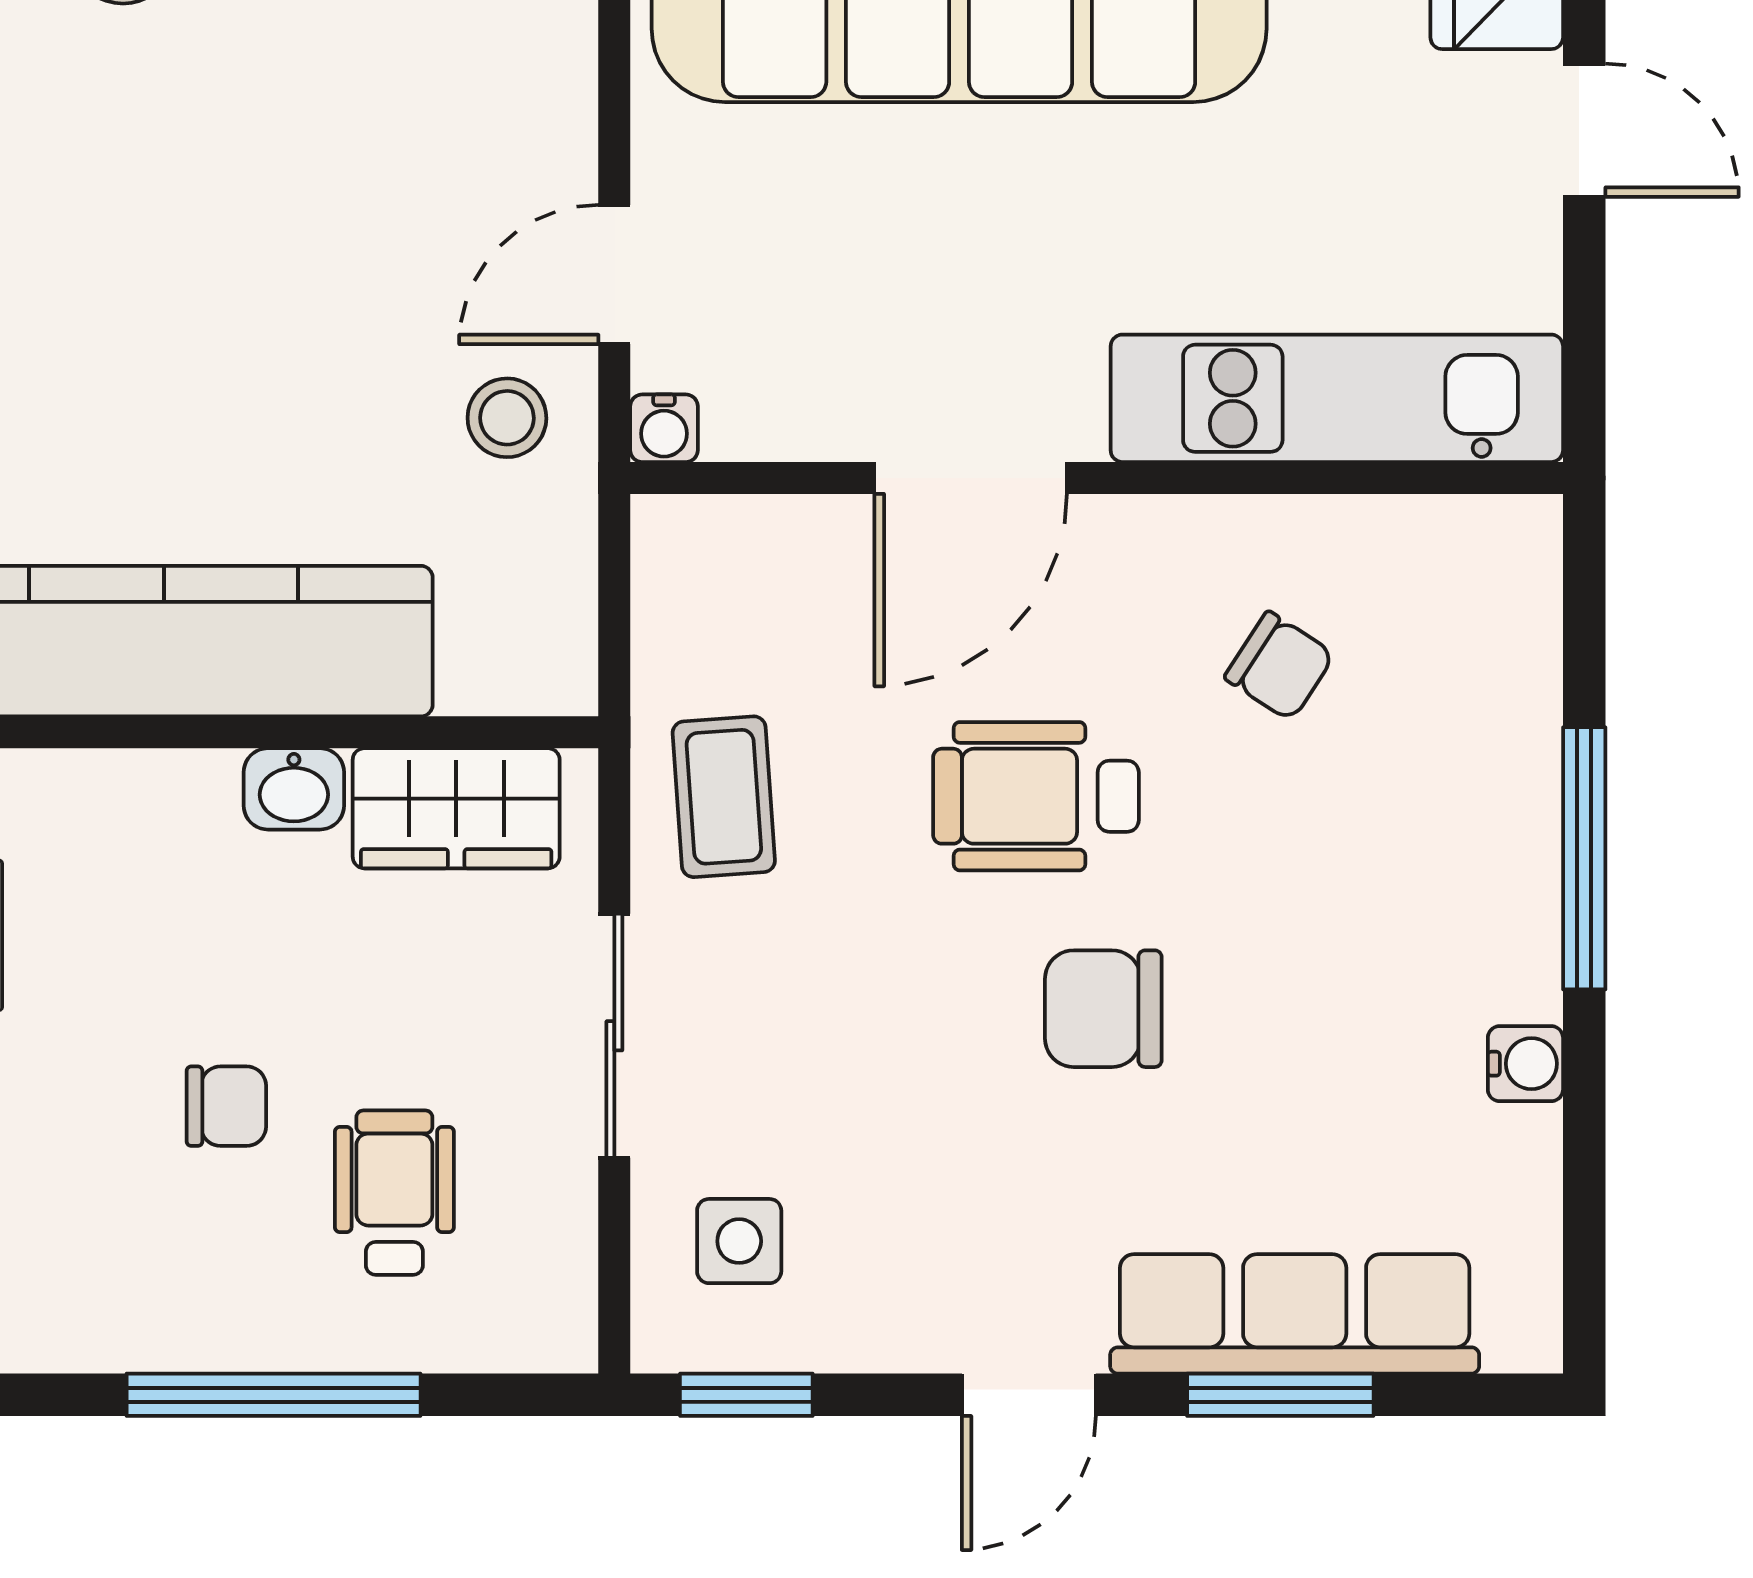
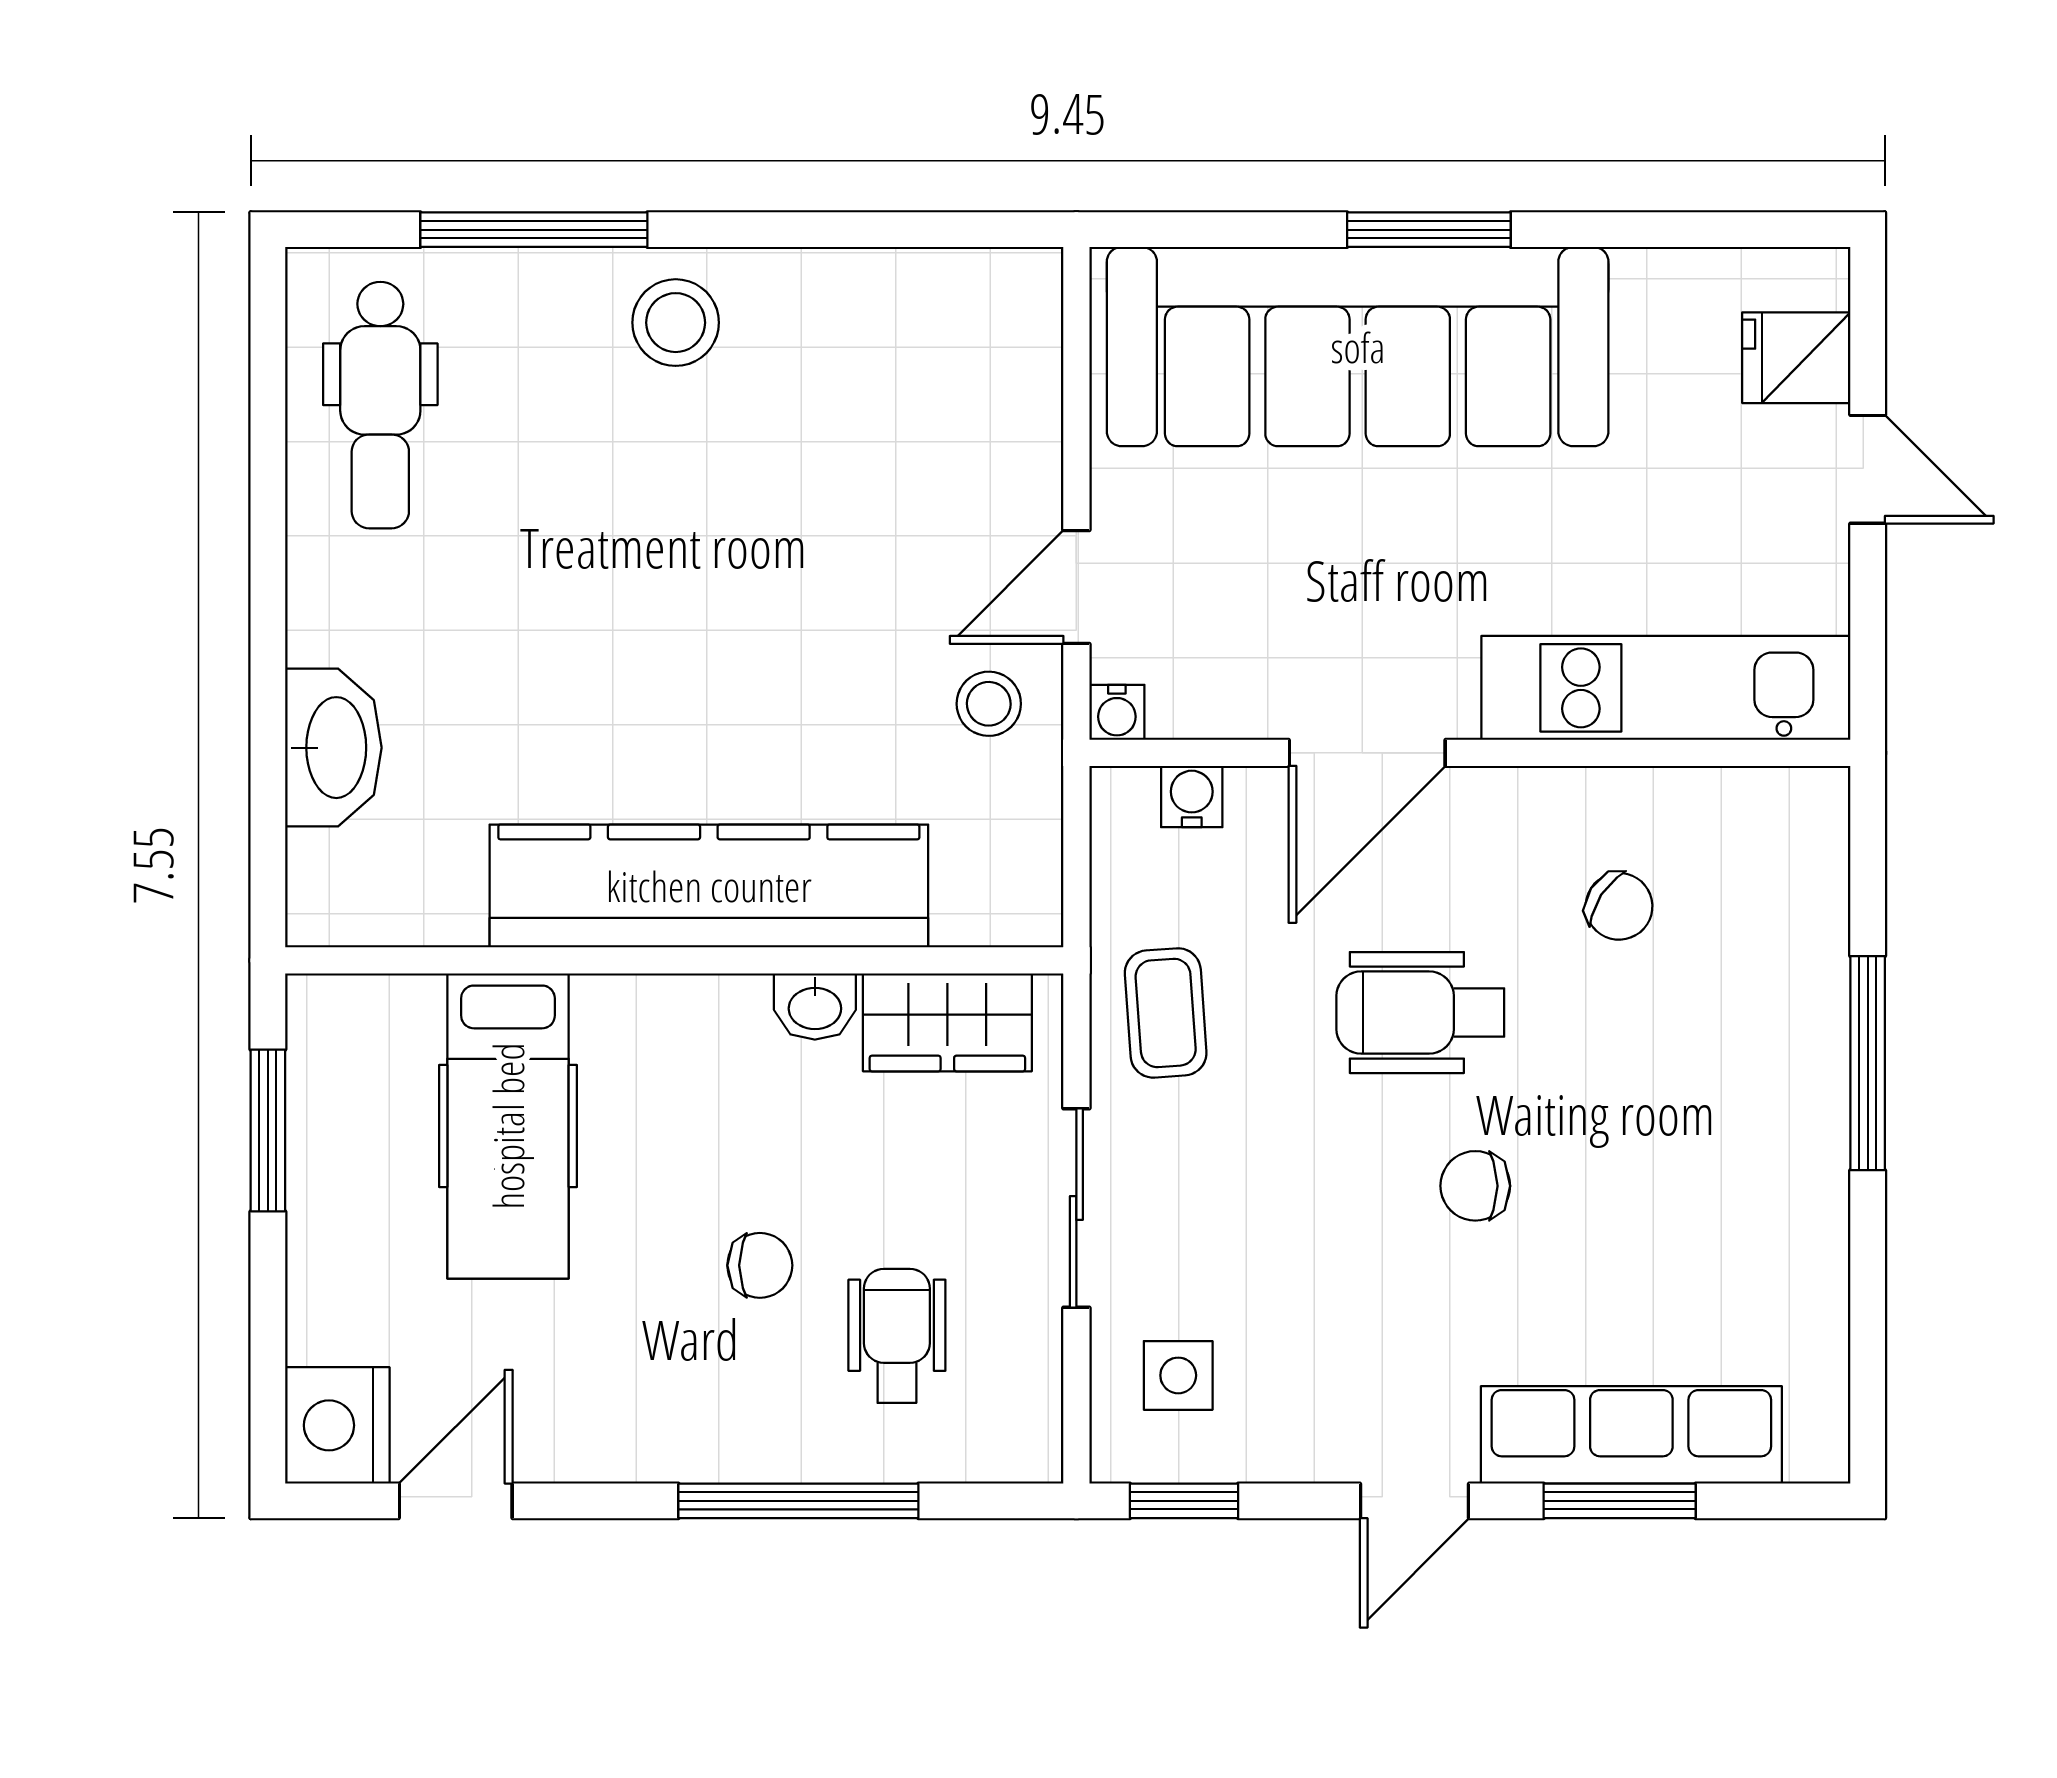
chair: (1103, 1009) -> (1475, 1186), width x0.73, depth x0.73
water cooler: (1525, 1064) -> (1192, 796), moved, turned -90

